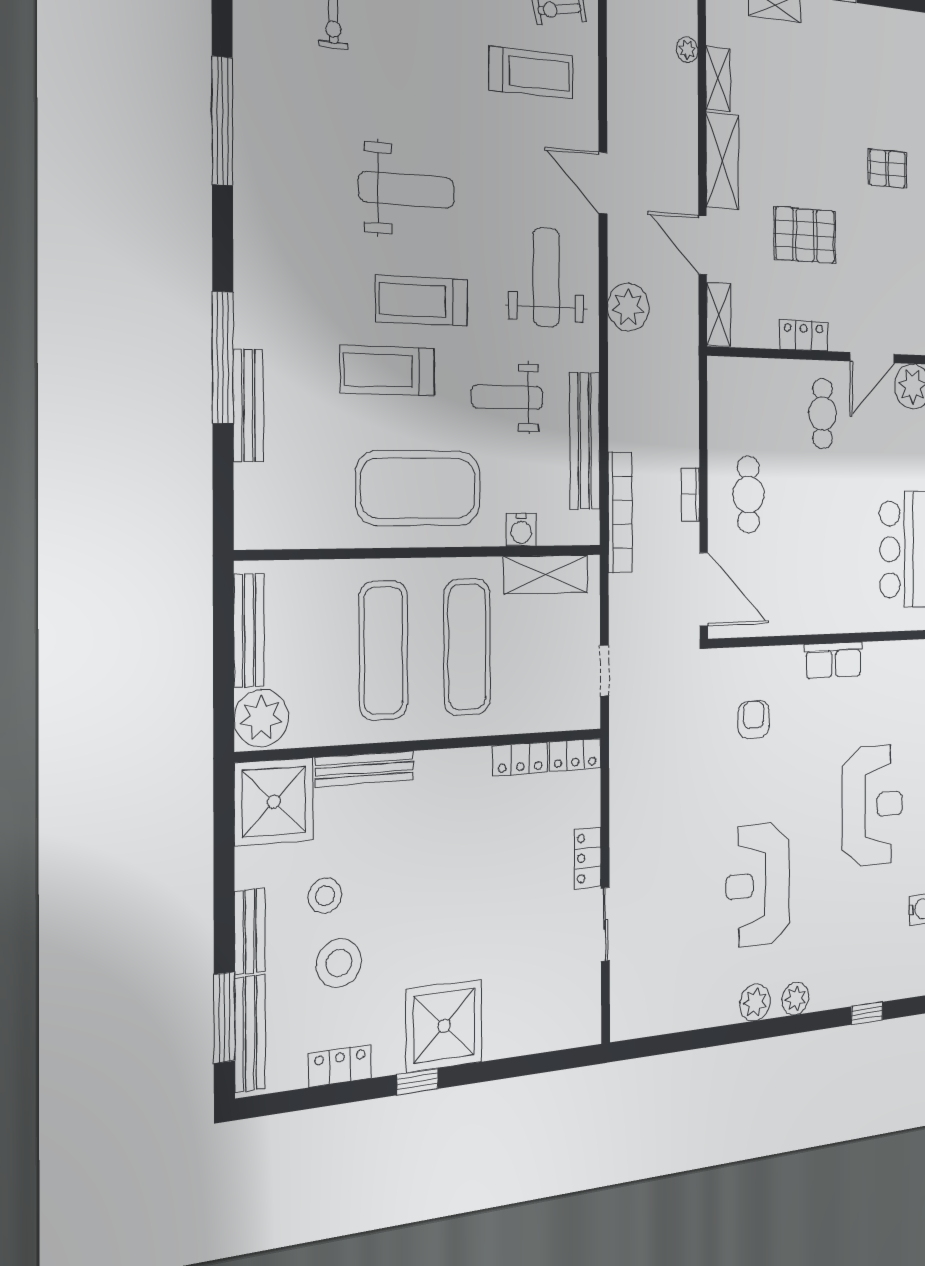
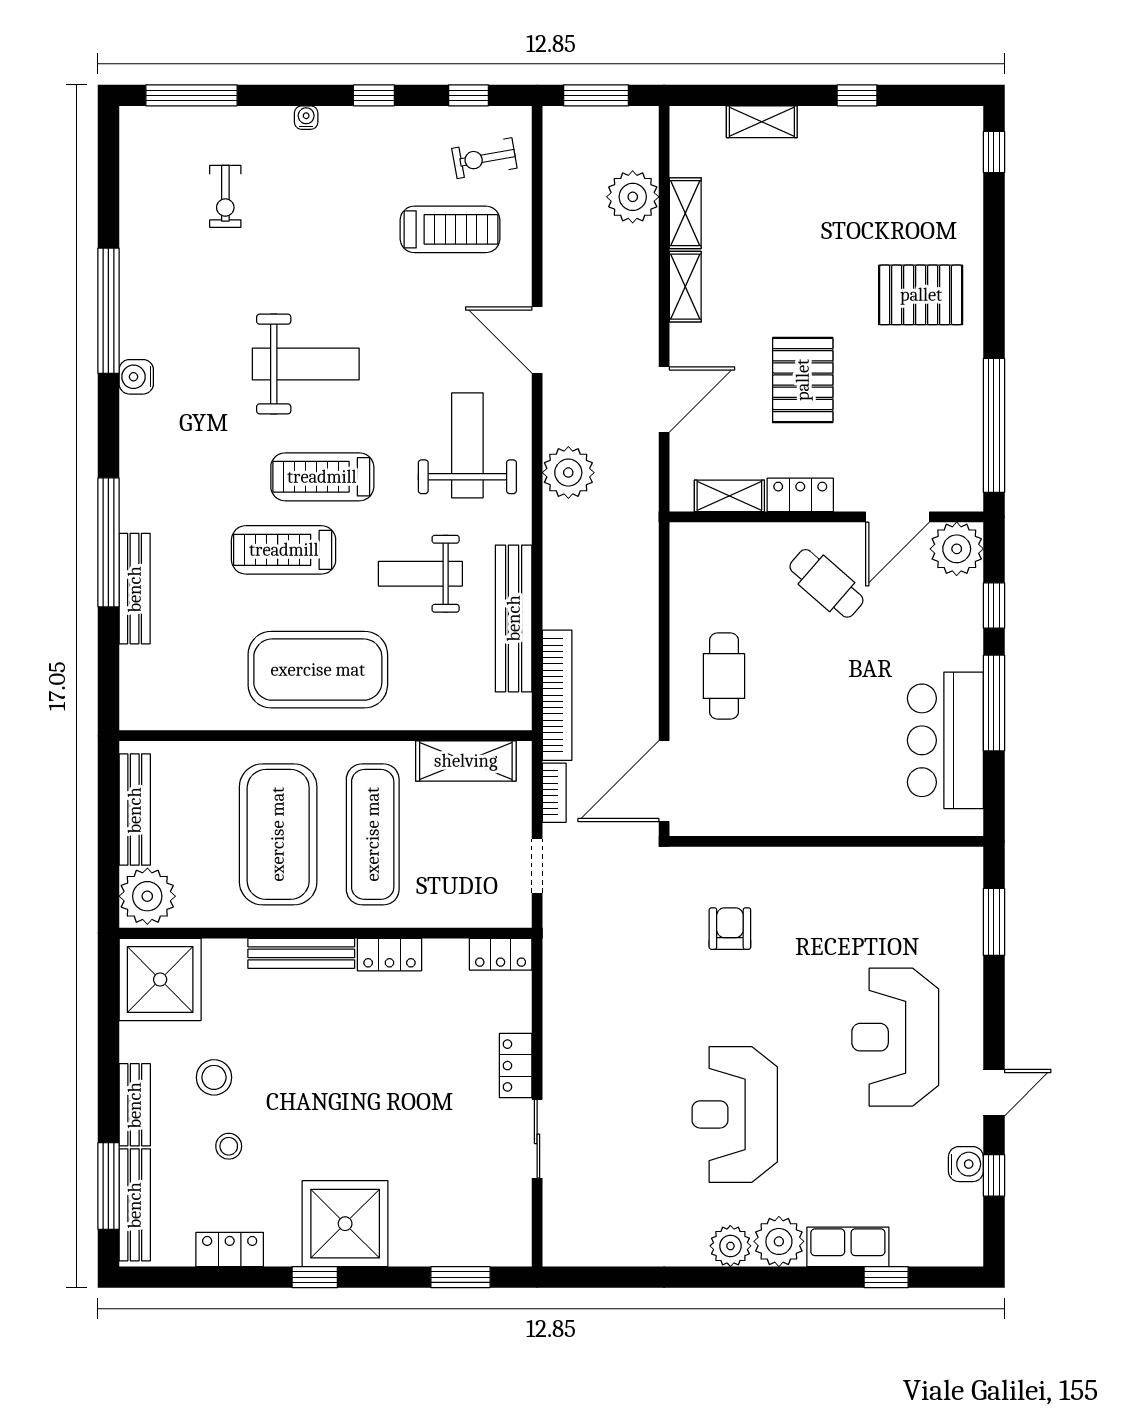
plant: (687, 50) -> (633, 197), width x1.88, depth x1.88
shelving: (722, 161) -> (685, 287), width x0.67, depth x0.75
pallet: (887, 169) -> (921, 295), width x1.50, depth x1.42
pallet: (805, 235) -> (803, 380), turned 90
door: (702, 245) -> (664, 399), swing flipped
shelving: (719, 315) -> (729, 496), moved, turned 90
cafe table: (823, 414) -> (826, 583), turned -49
bookcase: (690, 494) -> (554, 793), moved, turned 180
water cooler: (521, 530) -> (136, 377), moved, turned 90
door: (704, 589) -> (664, 781), swing flipped
exercise mat: (383, 650) -> (278, 834), width x1.47
row of seats: (834, 660) -> (848, 1247), moved, turned 180
locker: (520, 759) -> (389, 955), moved
bench: (365, 769) -> (301, 953), moved
reception desk: (872, 805) -> (895, 1037), turned 180
stool: (339, 963) -> (229, 1146), width x0.53, depth x0.53
plant: (795, 999) -> (779, 1241), width x1.36, depth x1.36
window: (543, 1063) -> (461, 1277), added

